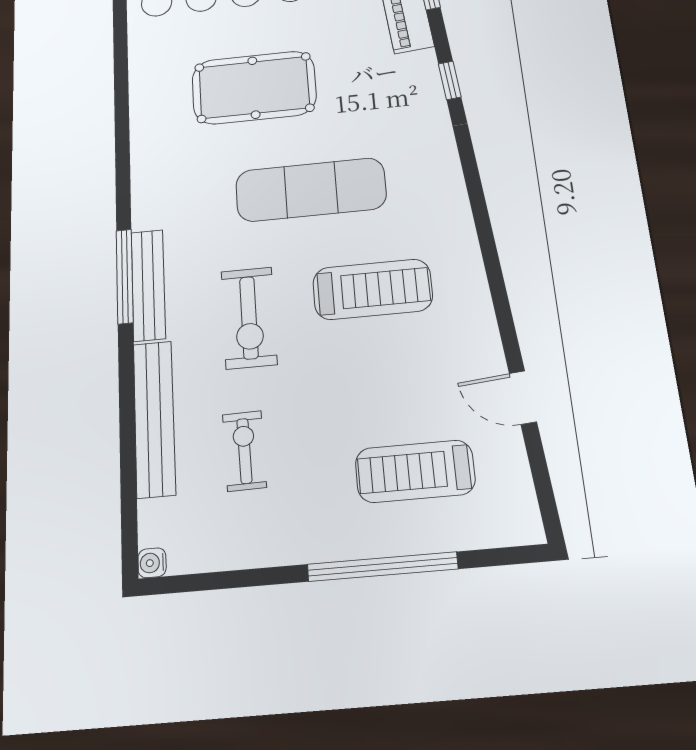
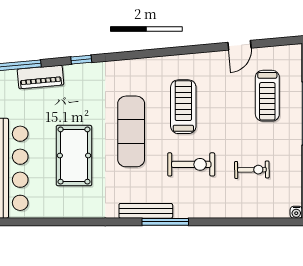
bench: (148, 285) -> (146, 211), moved
bench: (154, 418) -> (234, 210), removed
exercise bike: (244, 451) -> (252, 170), turned 180

